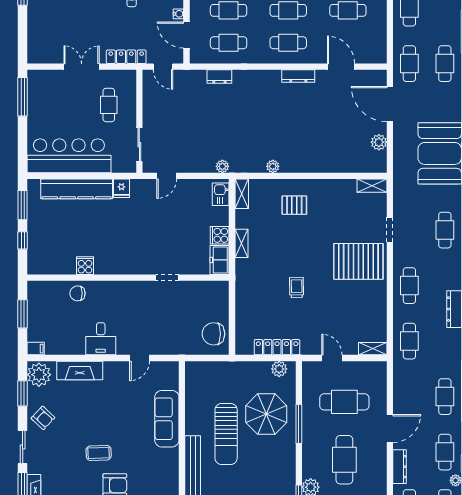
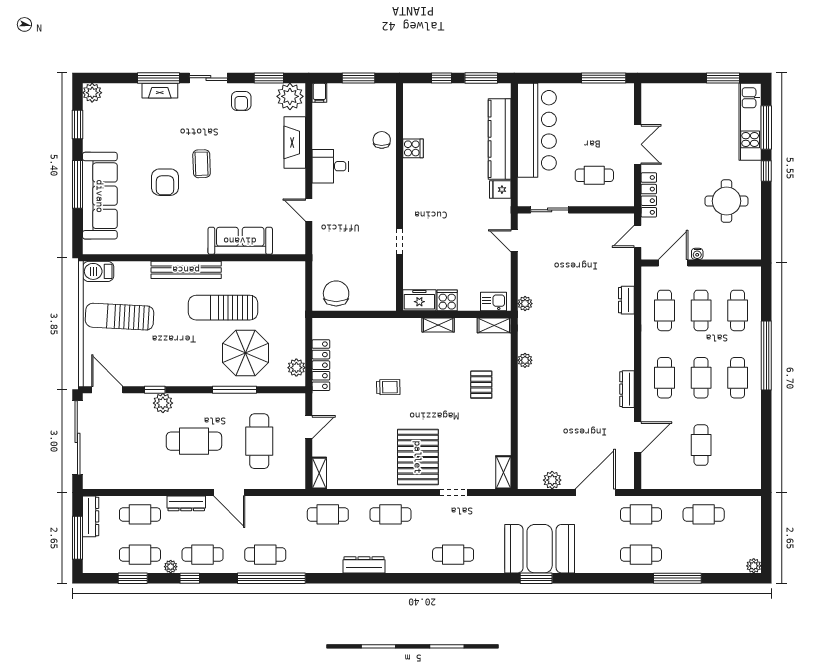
armchair: (43, 418) -> (241, 101), turned -43

